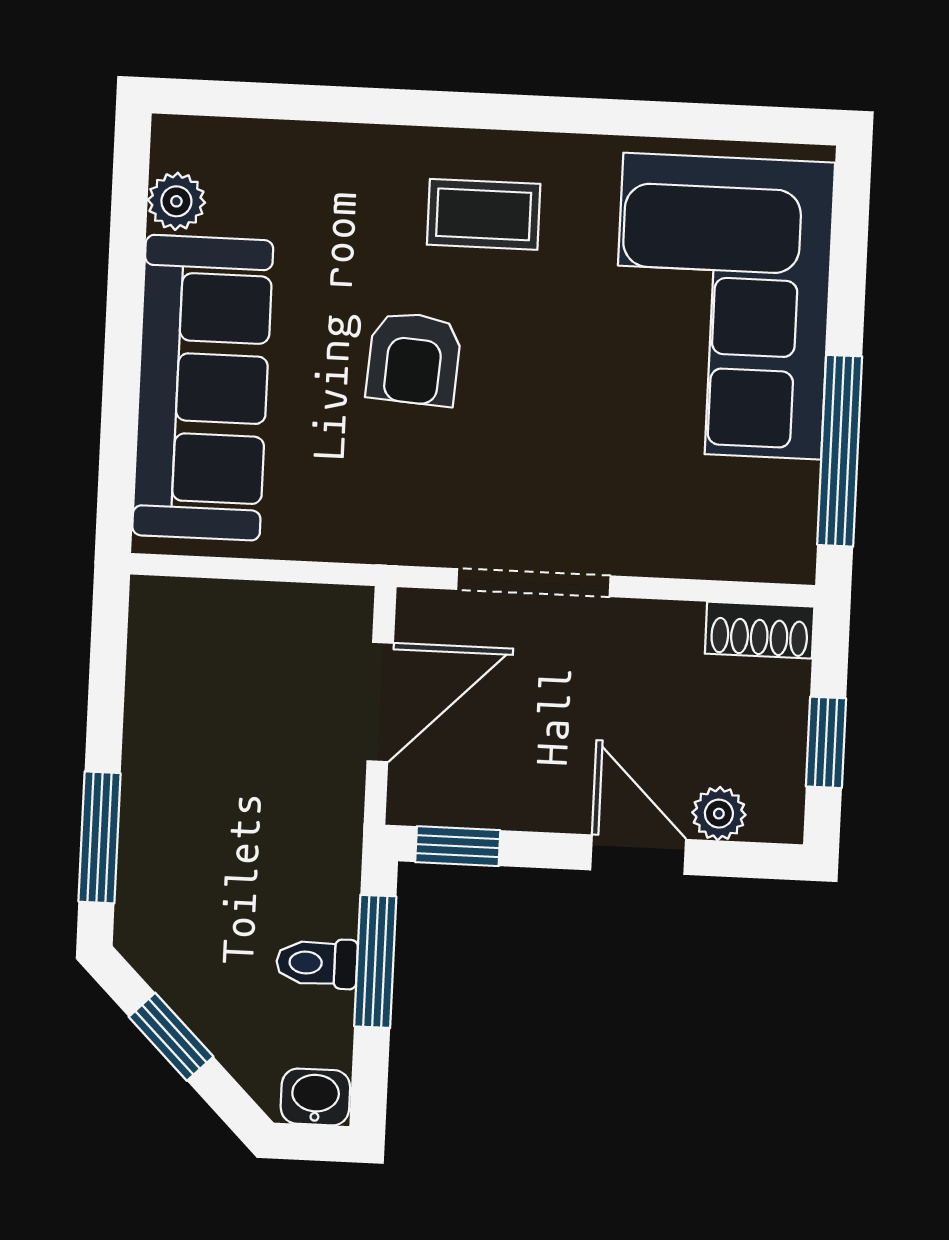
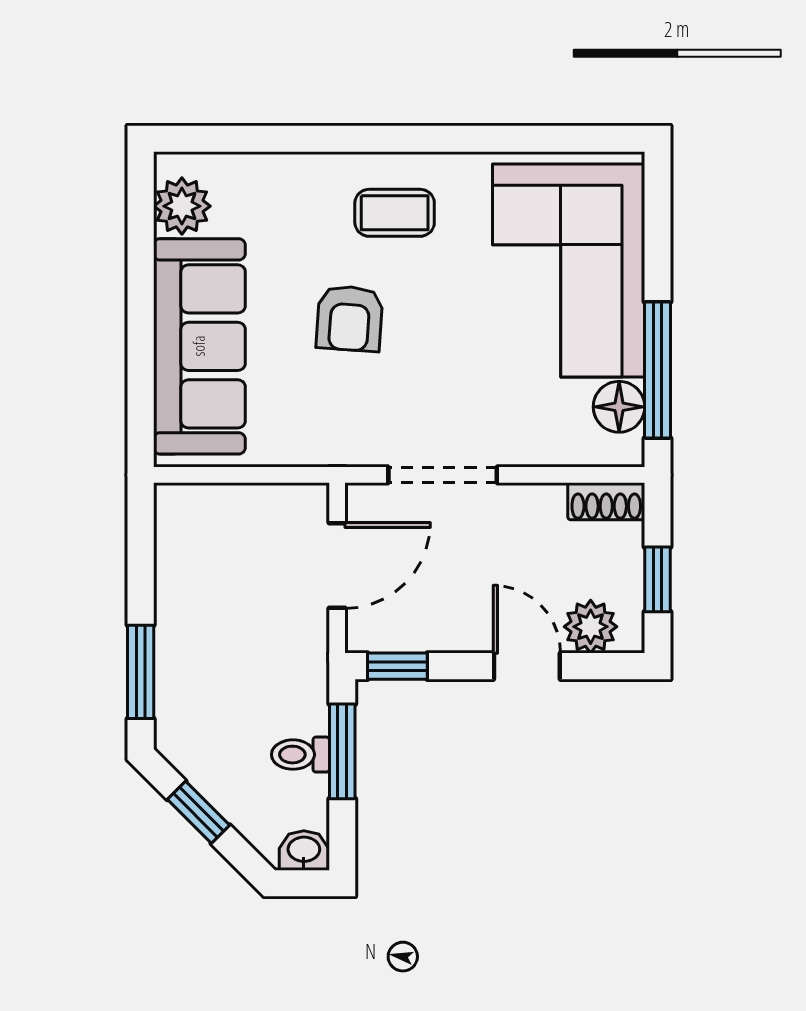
plant: (176, 201) -> (182, 206), width x1.38, depth x1.38
floor lamp: (784, 499) -> (619, 407), added
plant: (719, 814) -> (591, 627), width x1.38, depth x1.38

